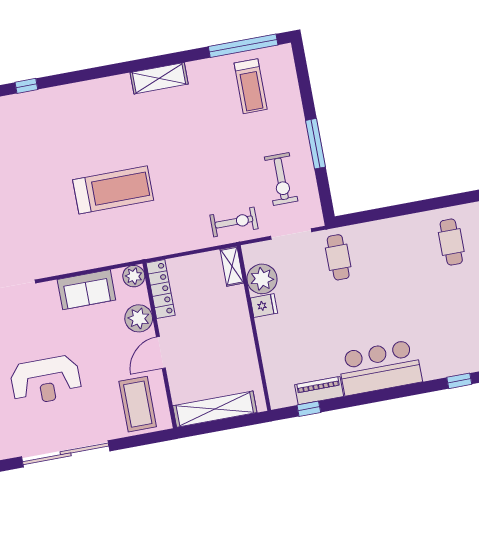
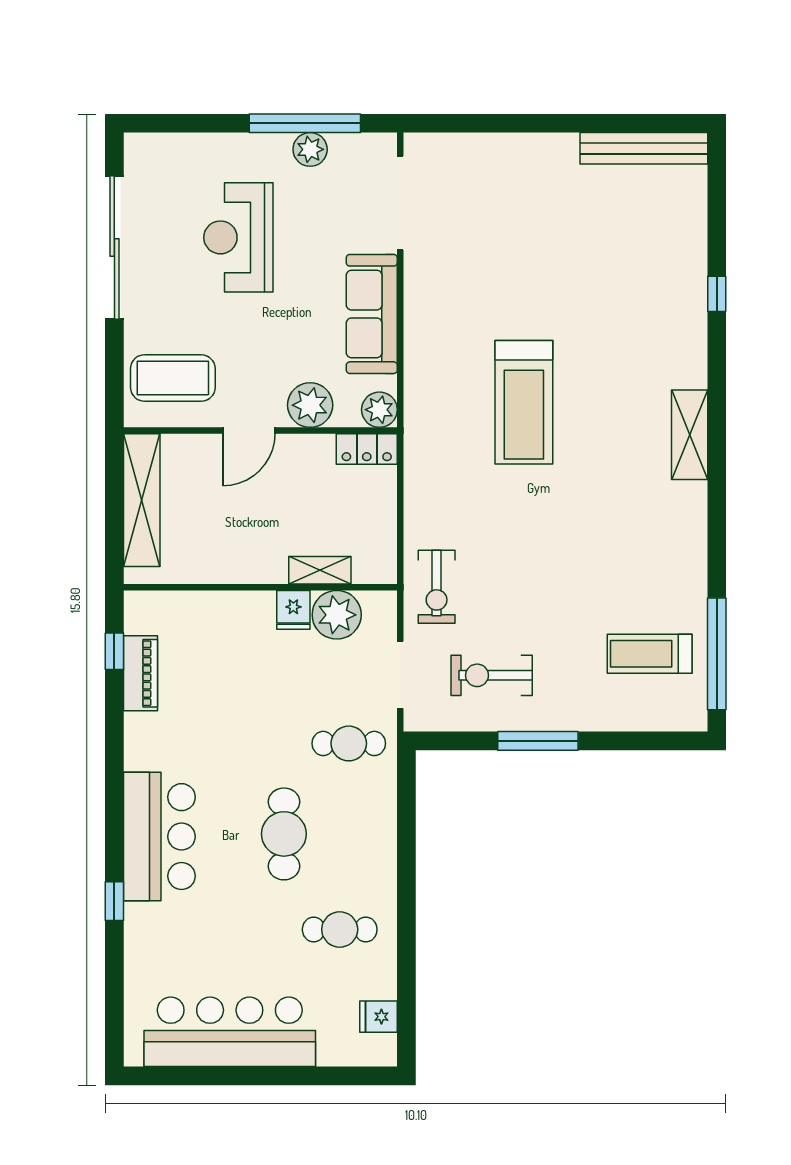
shelving: (159, 78) -> (690, 435), moved
shelving: (232, 266) -> (320, 570), moved
cafe table: (400, 286) -> (284, 834), added
locker: (161, 289) -> (367, 449), width x0.66
sofa: (86, 290) -> (372, 314), width x1.36
door: (161, 352) -> (249, 431), swing flipped
bar counter: (380, 368) -> (159, 837), moved

